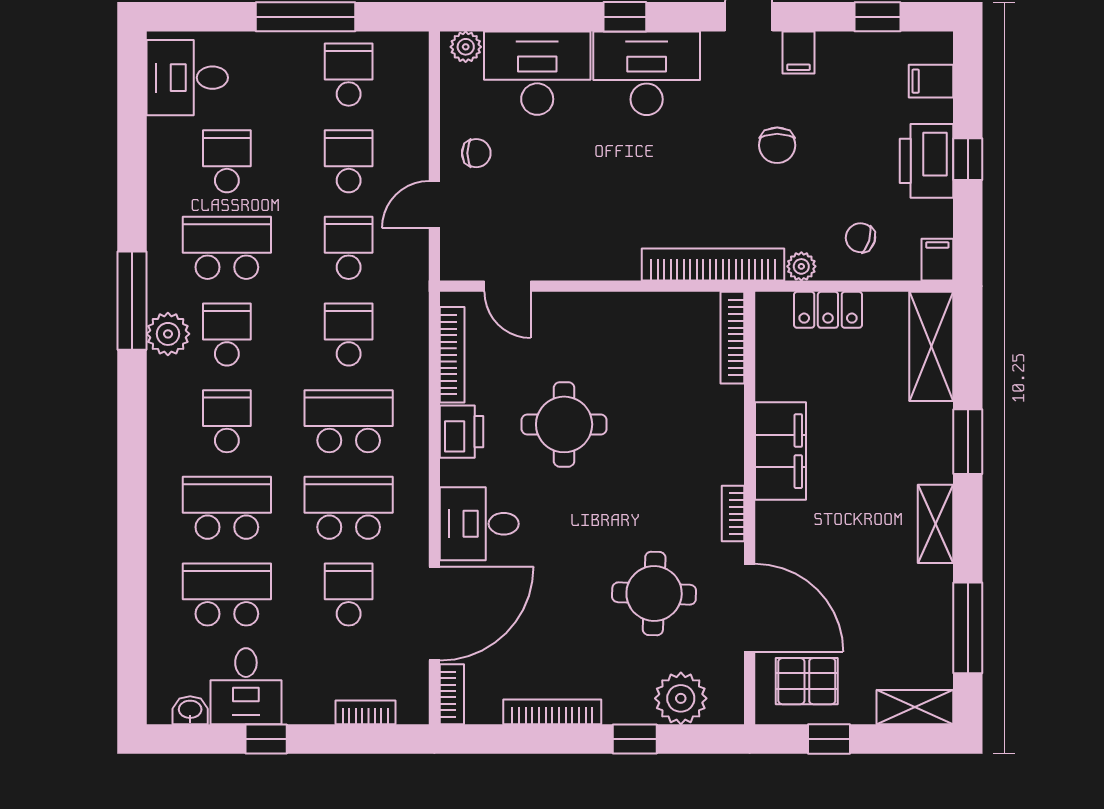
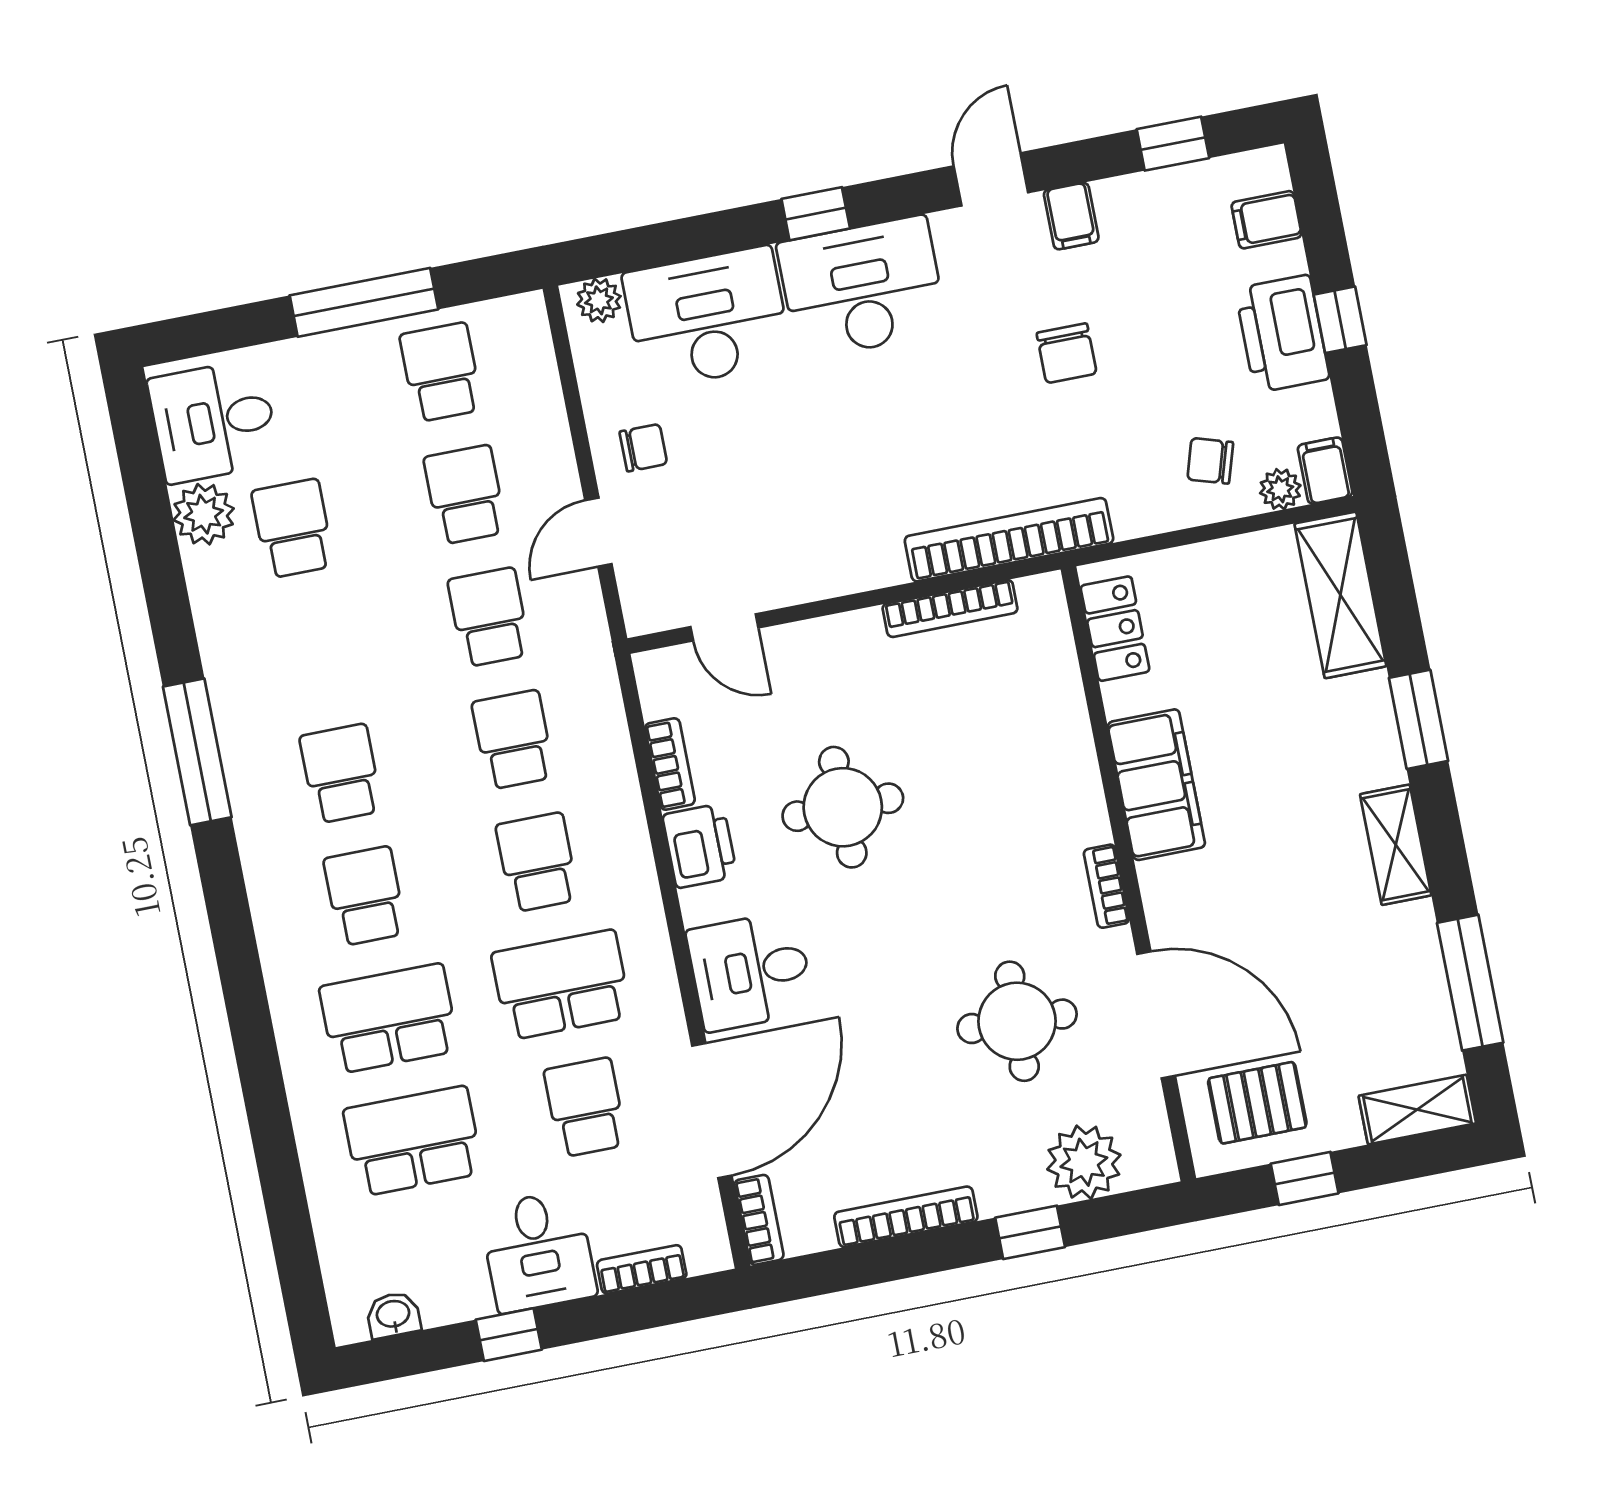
school desk: (227, 248) -> (317, 651), removed
plant: (801, 266) -> (1280, 489), moved
locker: (828, 310) -> (1115, 629), moved, turned -90
plant: (168, 334) -> (204, 514), moved
bookcase: (732, 338) -> (950, 608), moved, turned -90
bookcase: (452, 355) -> (670, 764), width x0.64
school desk: (349, 421) -> (537, 862), width x0.54
desk: (246, 686) -> (538, 1251), moved

